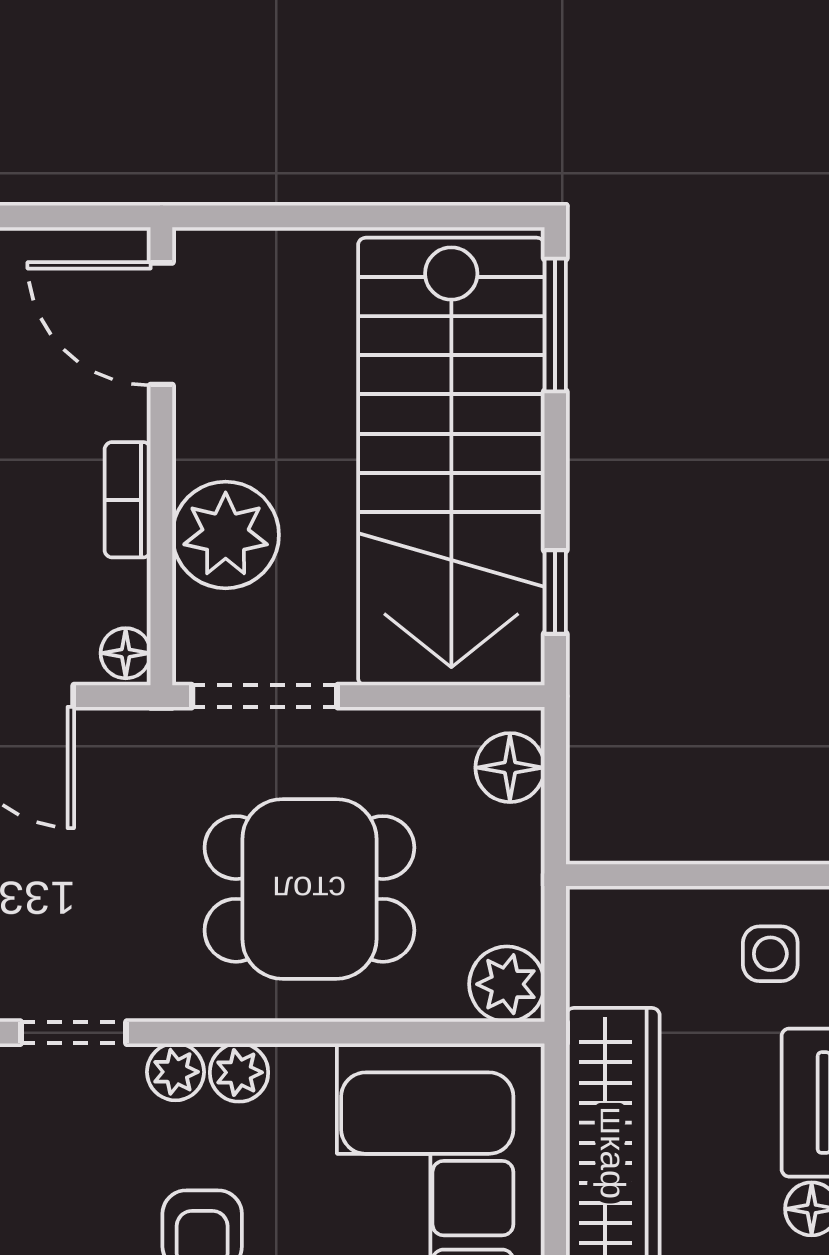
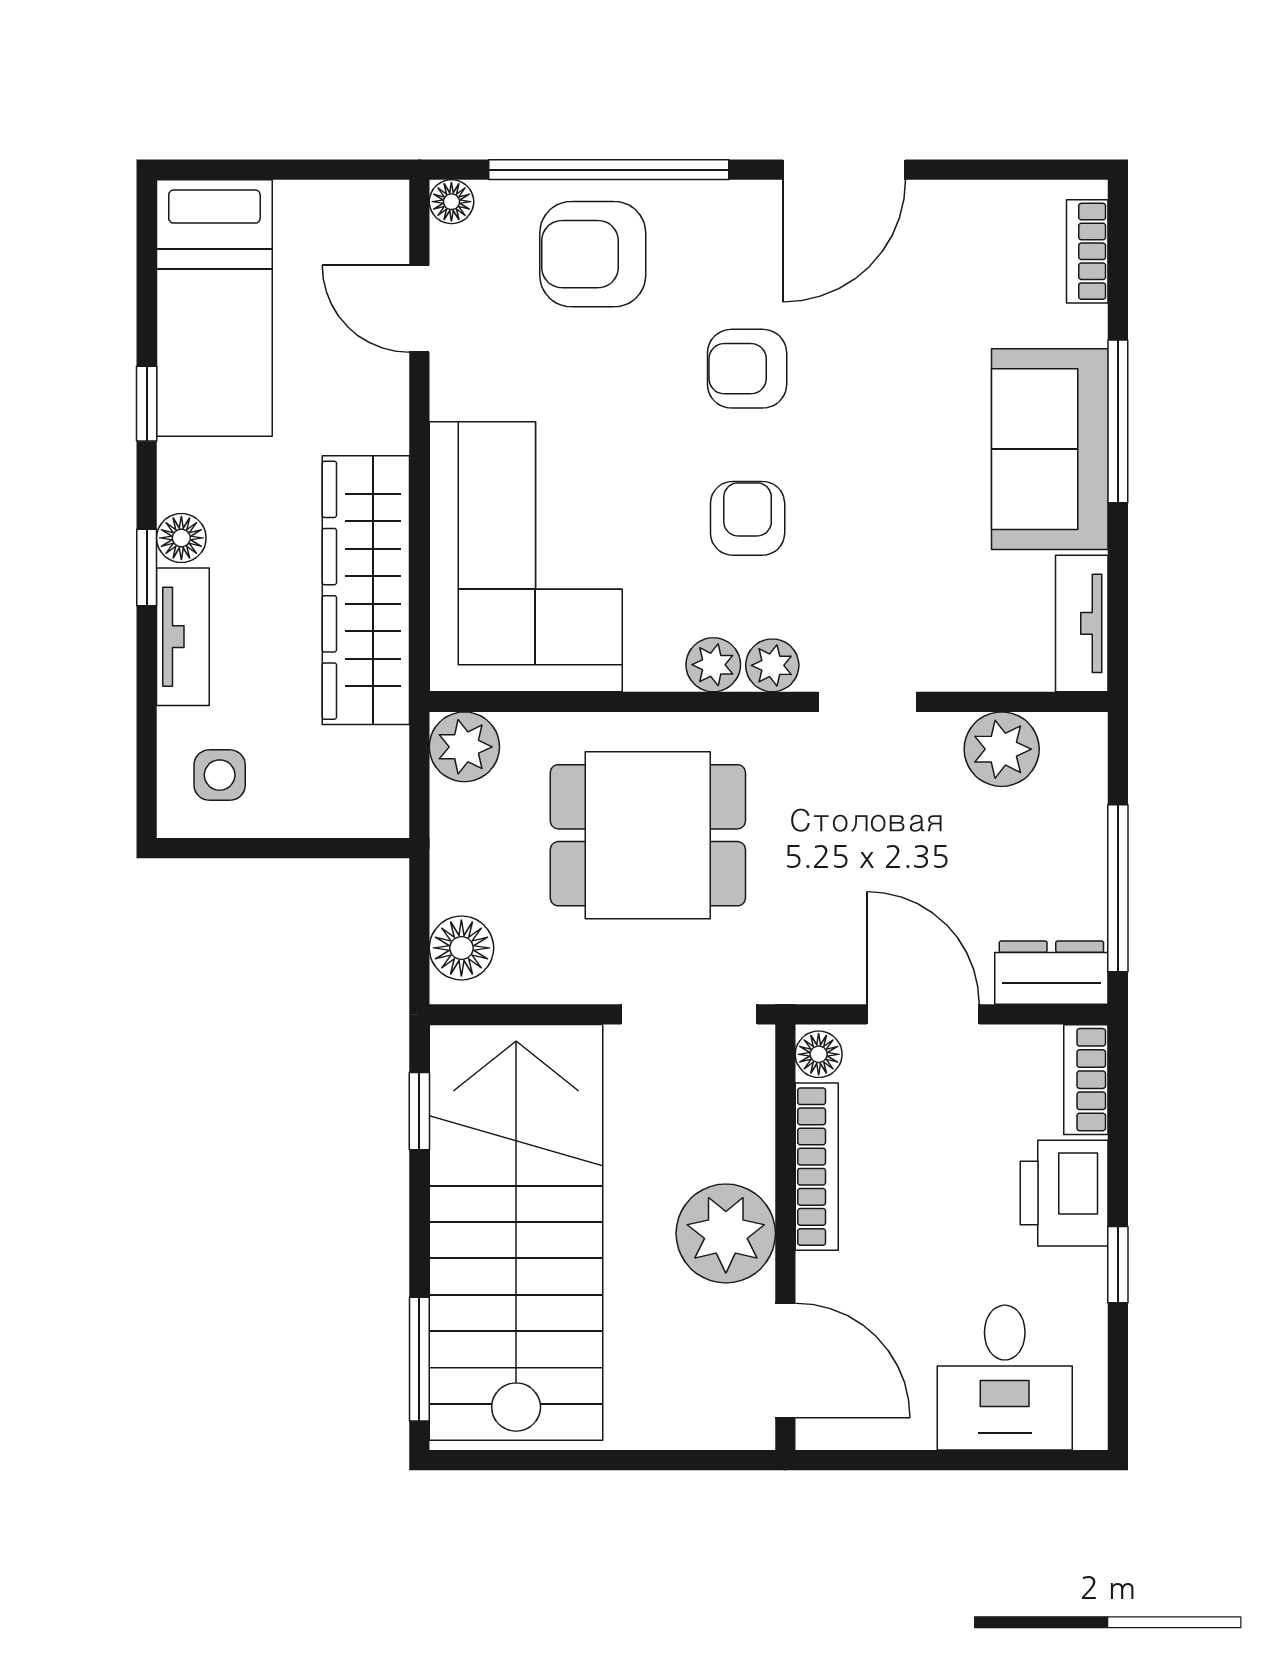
bookcase: (128, 500) -> (817, 1167), width x1.56
plant: (226, 535) -> (726, 1233), moved

